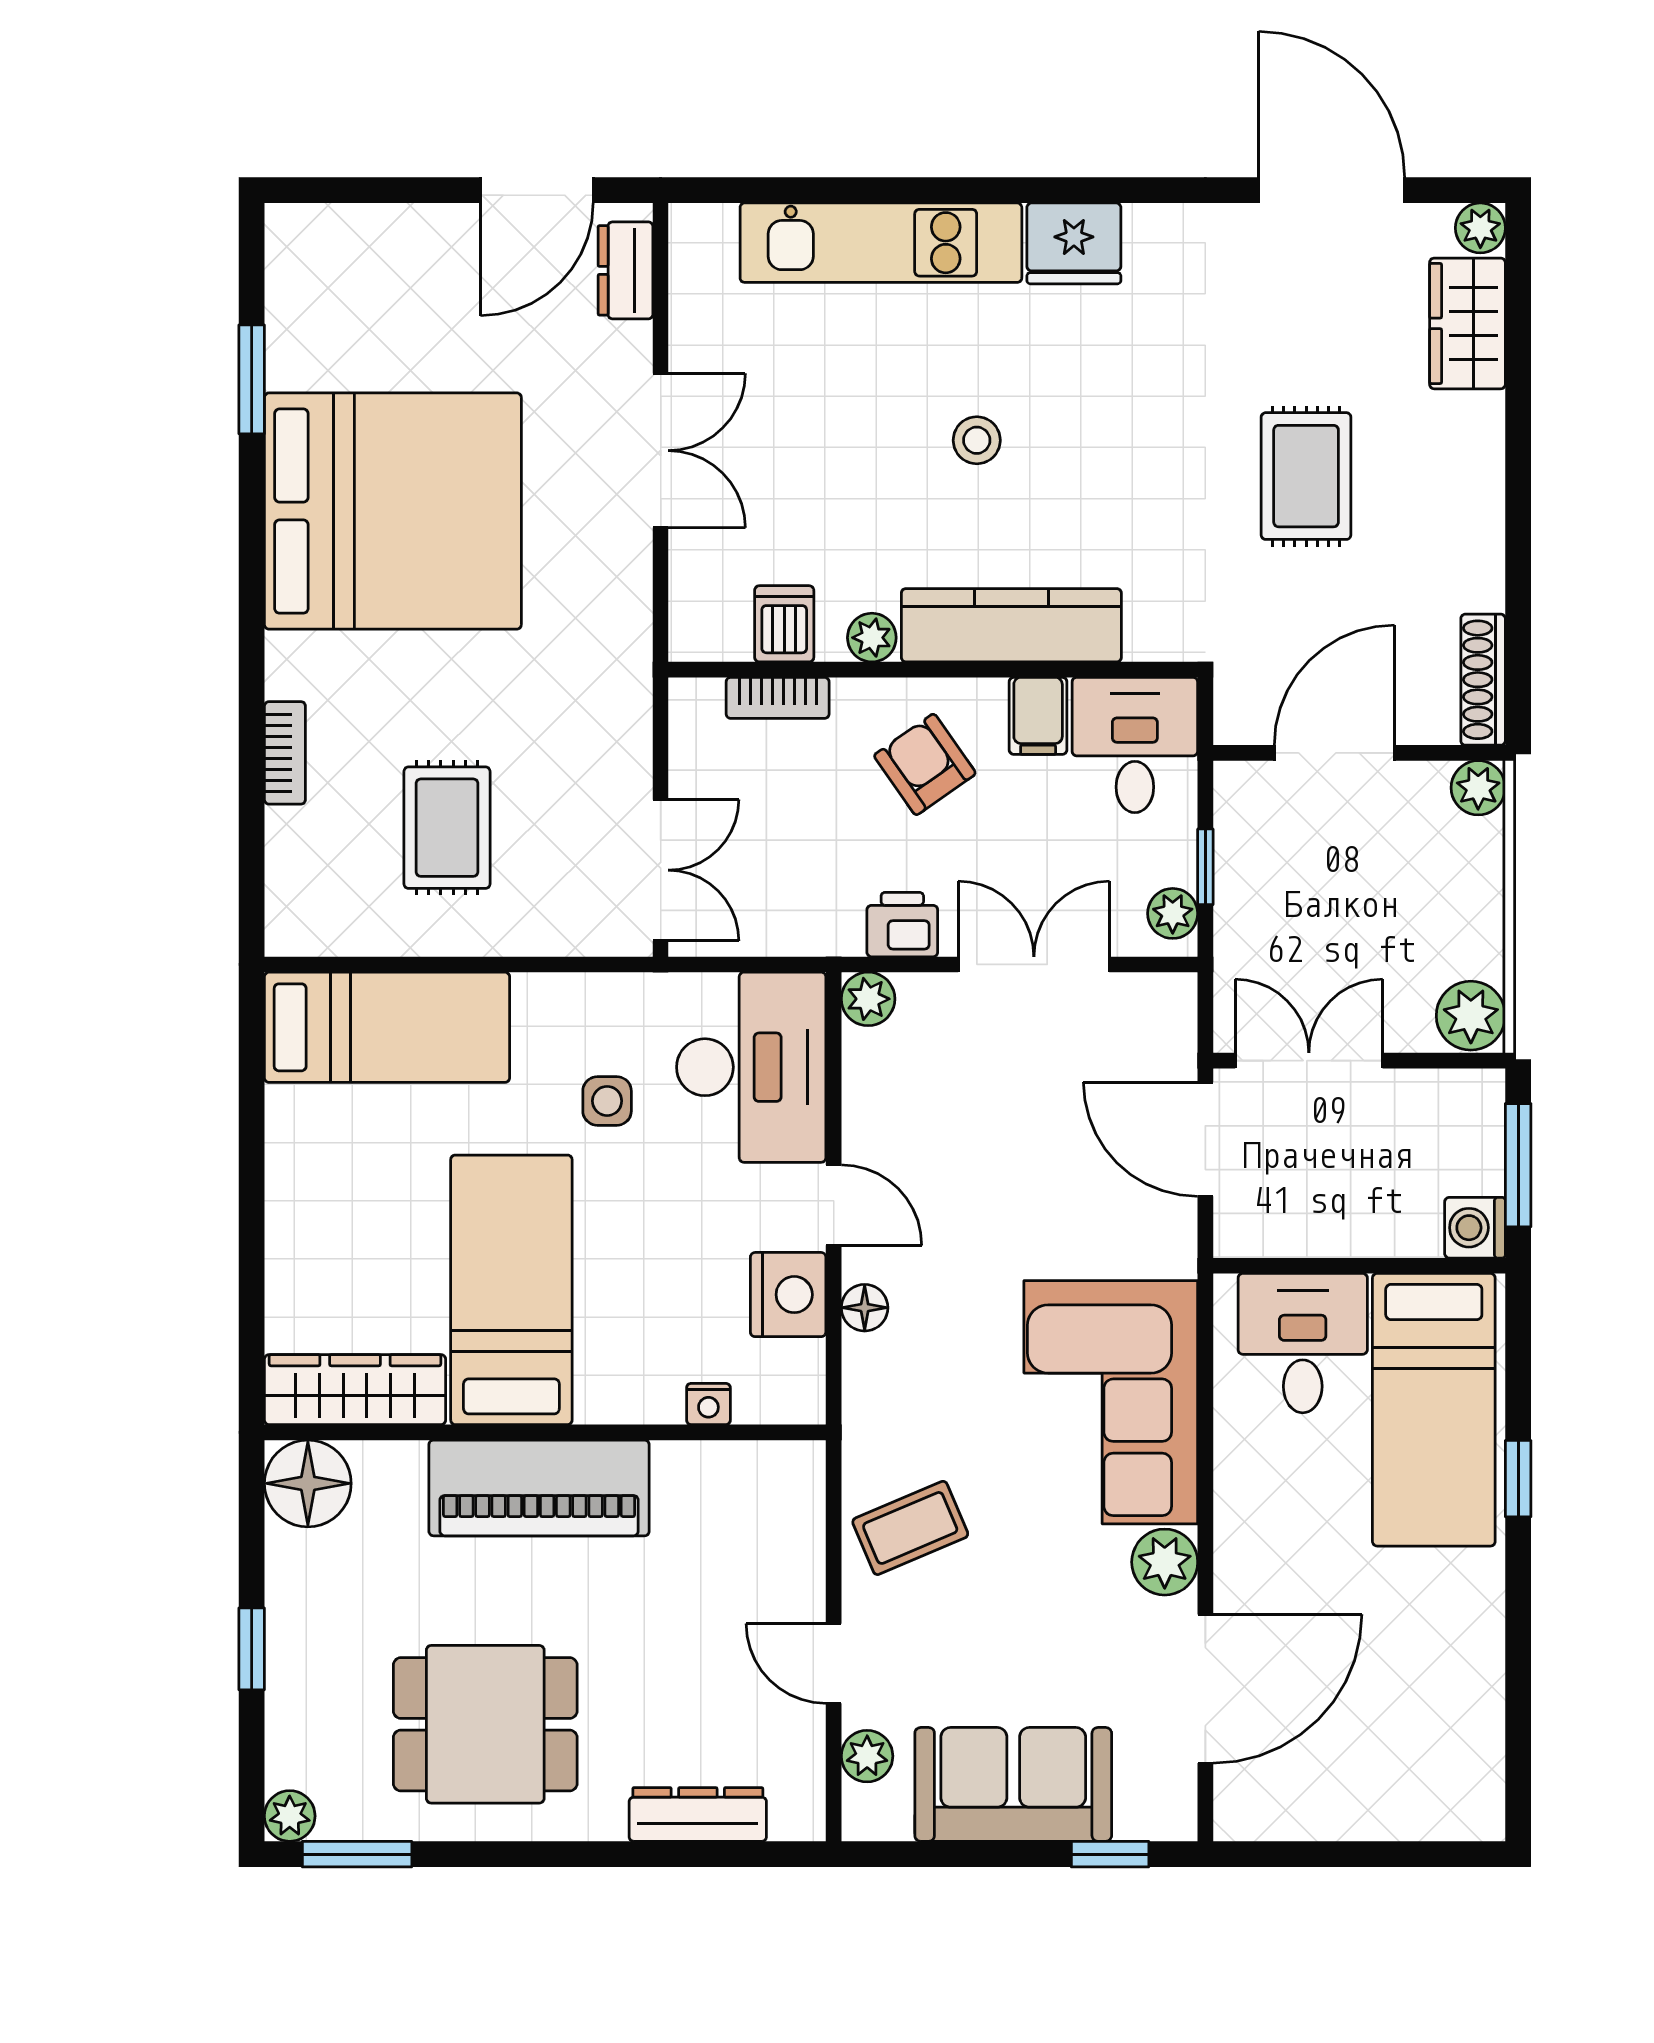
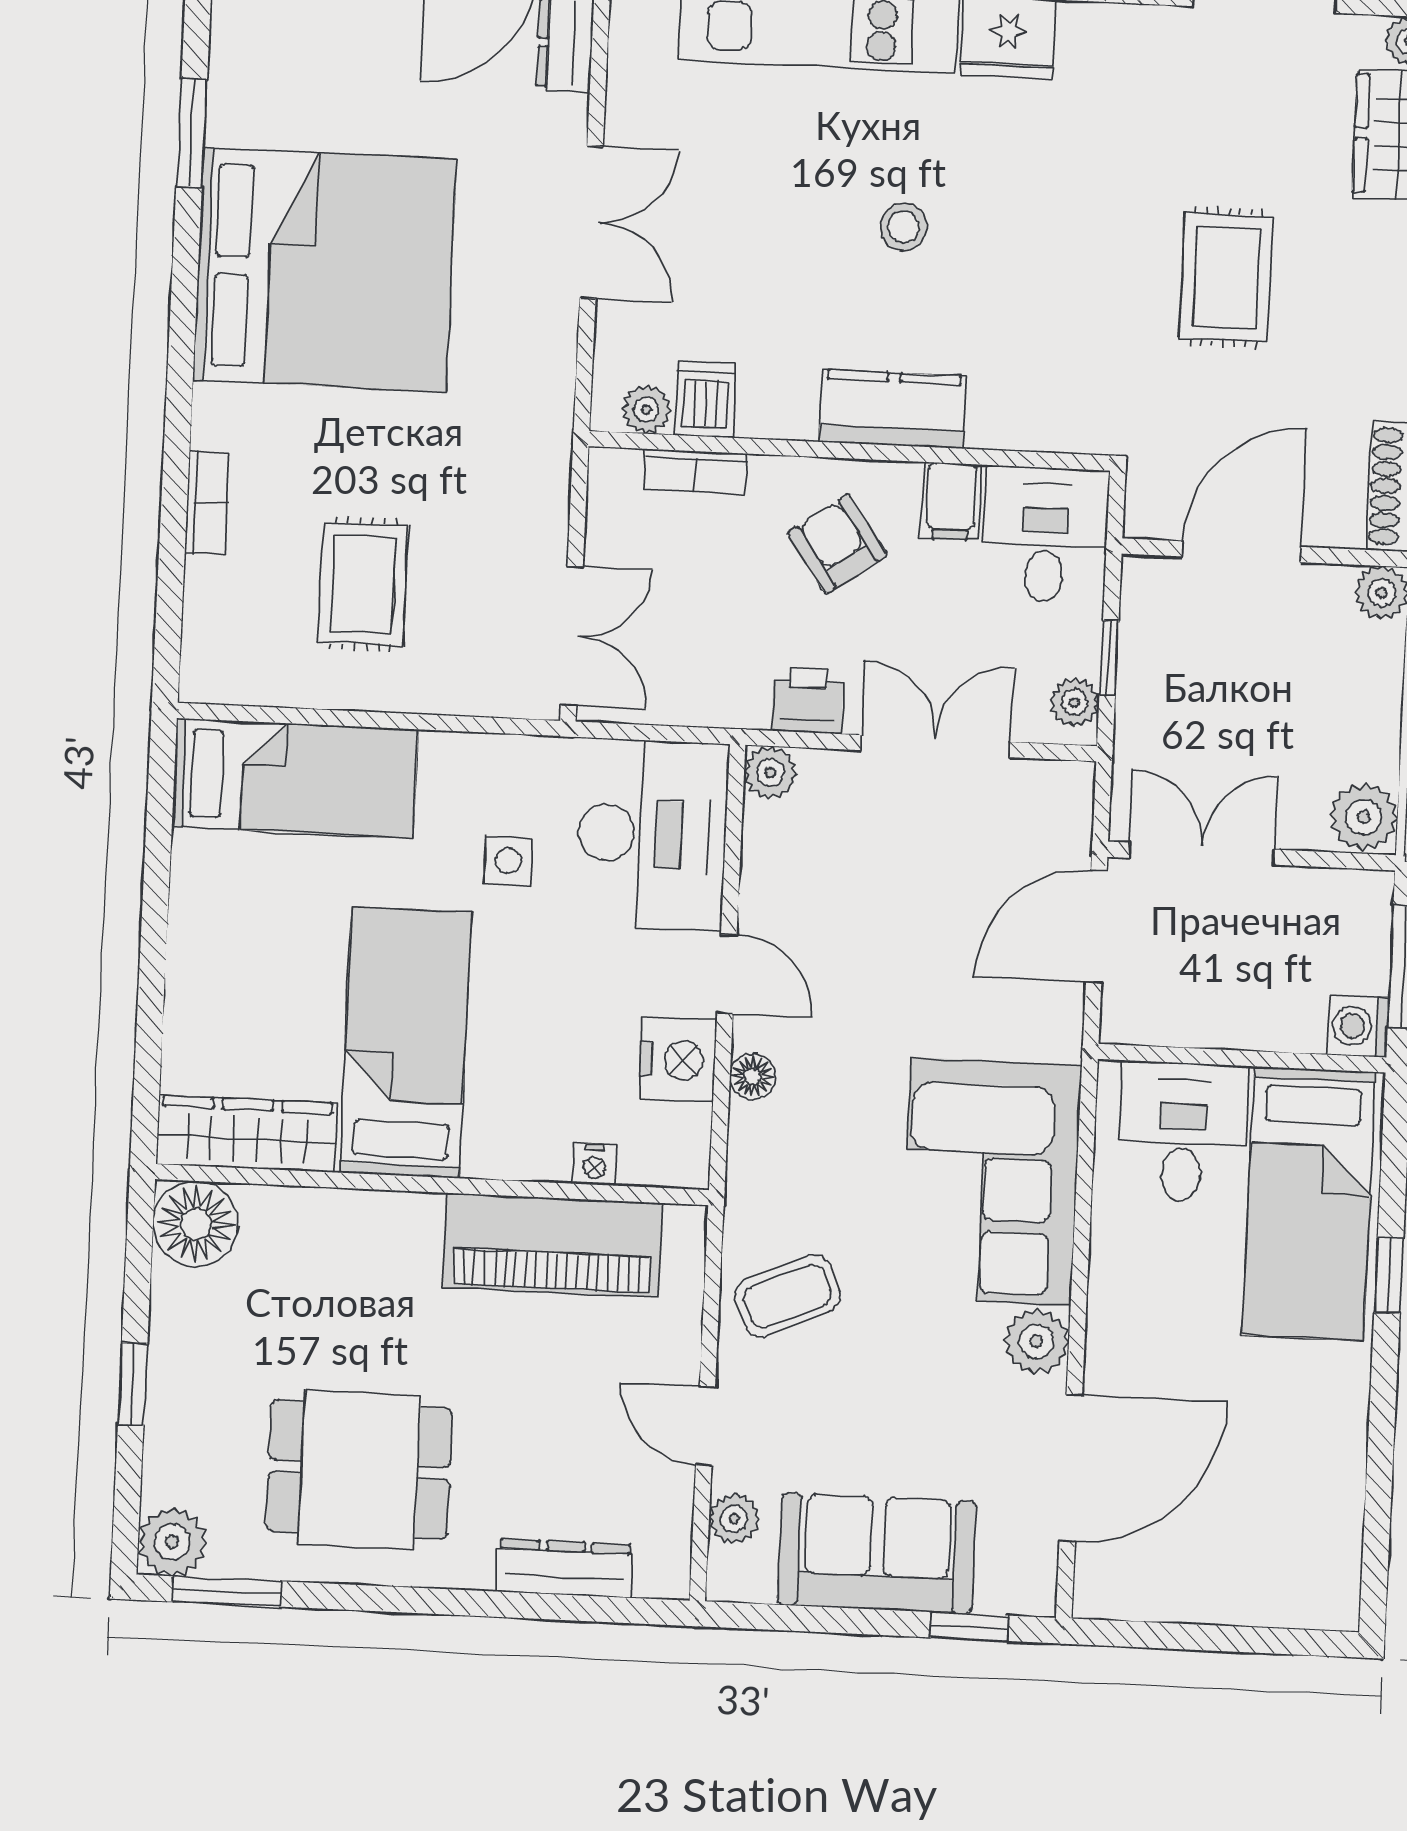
kitchen counter: (1011, 625) -> (893, 409), width x0.67
plant: (872, 638) -> (646, 410), moved
door: (1205, 1139) -> (1096, 926), hinge flipped
piano: (539, 1488) -> (553, 1245), moved
plant: (290, 1816) -> (172, 1542), width x1.38, depth x1.38

